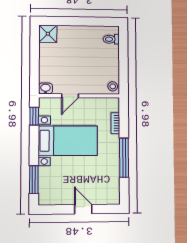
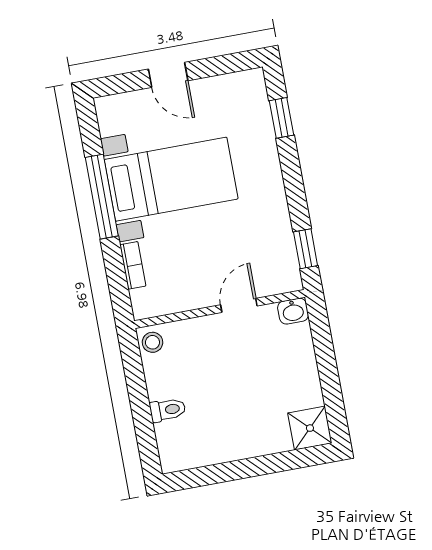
toilet: (111, 39) -> (168, 410), moved
bed with nightstands: (68, 141) -> (171, 179), moved, turned 180
window: (34, 180) -> (282, 118), width x0.67

